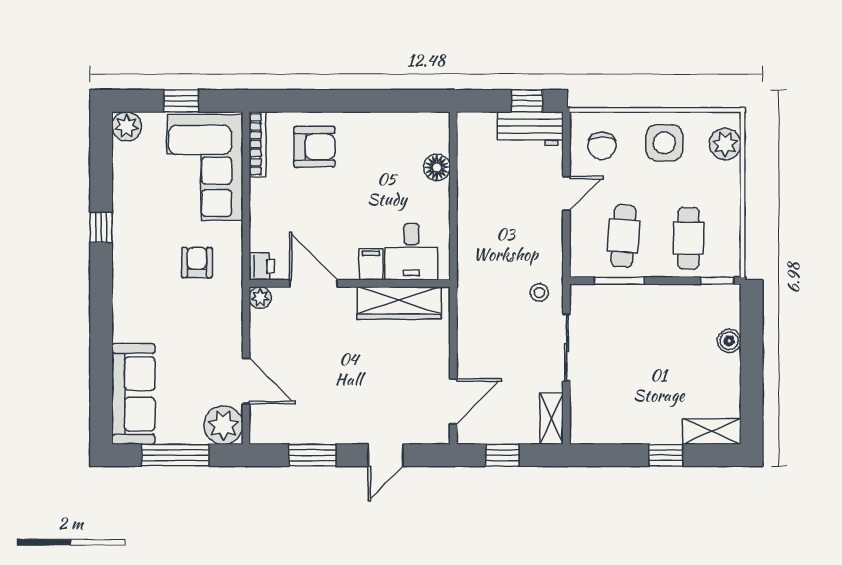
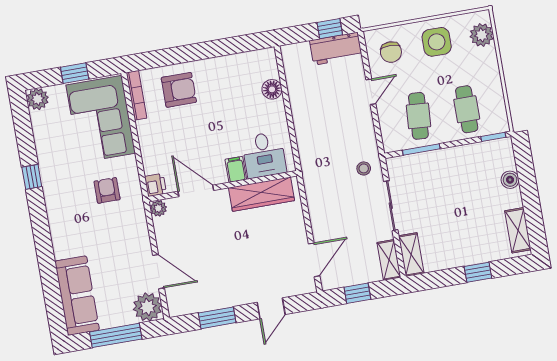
shelving: (582, 417) -> (411, 255), added
shelving: (712, 432) -> (518, 230), moved, turned 90

